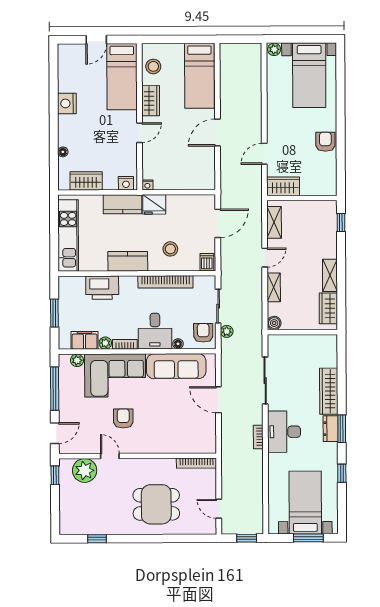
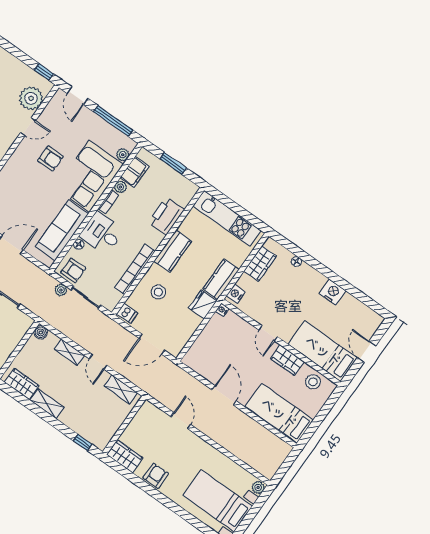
armchair: (325, 142) -> (156, 476), turned -90
wardrobe: (283, 186) -> (125, 456), moved, turned -90
door: (218, 223) -> (152, 344), hinge flipped

